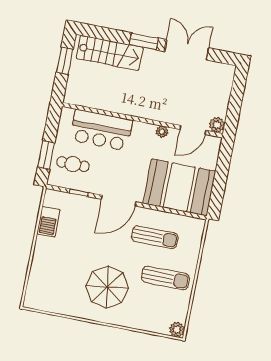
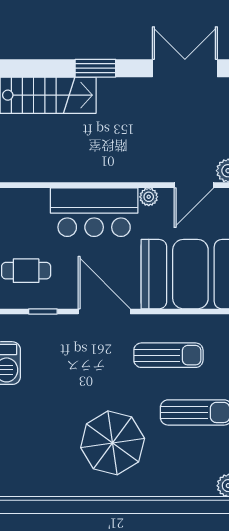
double door: (187, 50) -> (185, 68), moved
bar counter: (101, 130) -> (94, 212), moved
door: (119, 201) -> (104, 311), swing flipped

